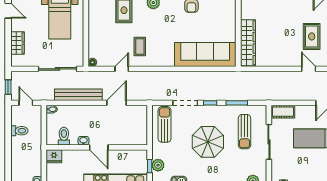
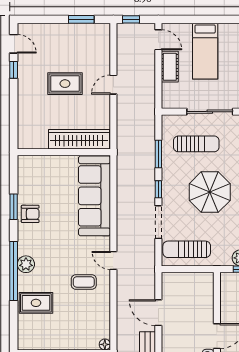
rug: (312, 36) -> (65, 84), moved
door: (122, 69) -> (113, 260), moved
door: (309, 69) -> (113, 85), moved
cot: (283, 112) -> (170, 67), moved

